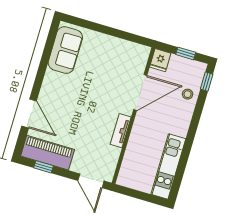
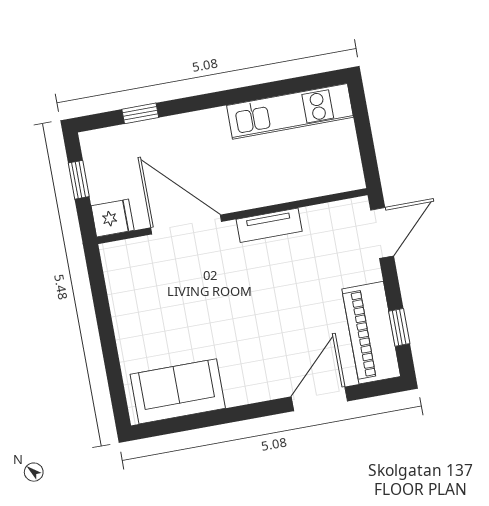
window: (207, 82) -> (140, 113), moved
stool: (188, 94) -> (148, 141), removed

